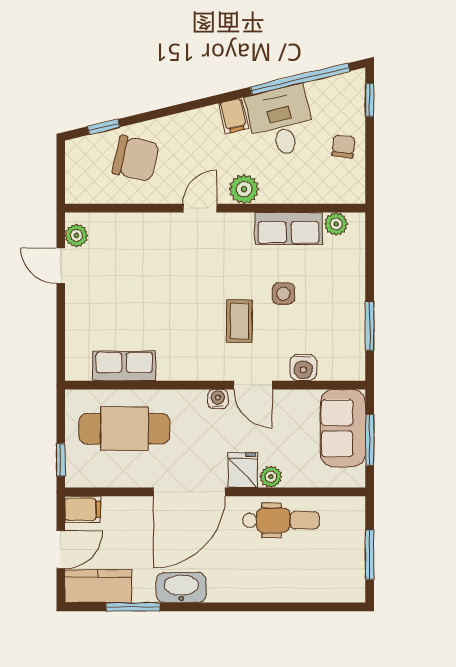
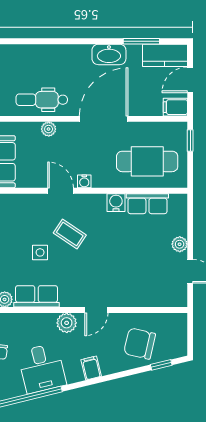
filing cabinet: (234, 116) -> (91, 368), moved
plant: (76, 235) -> (180, 244), moved
coffee table: (239, 321) -> (70, 234), turned -56
water cooler: (303, 368) -> (116, 203), moved
fridge: (243, 470) -> (67, 134), removed

